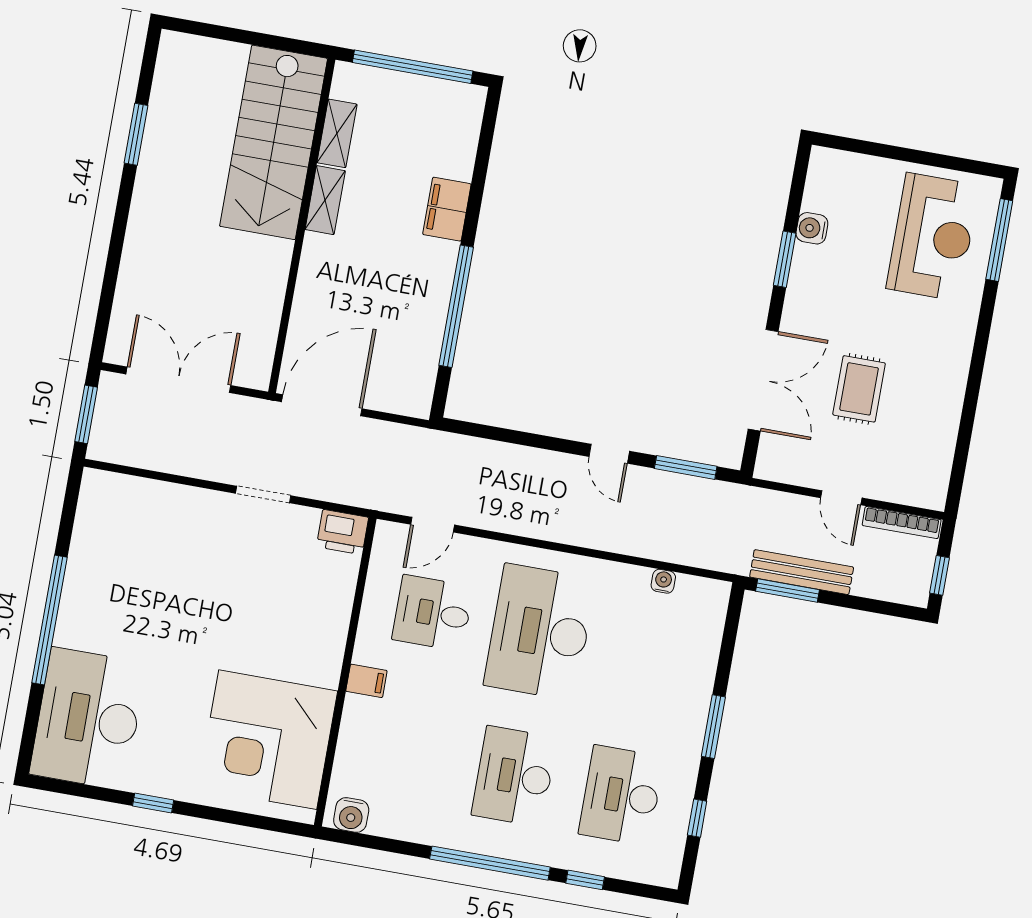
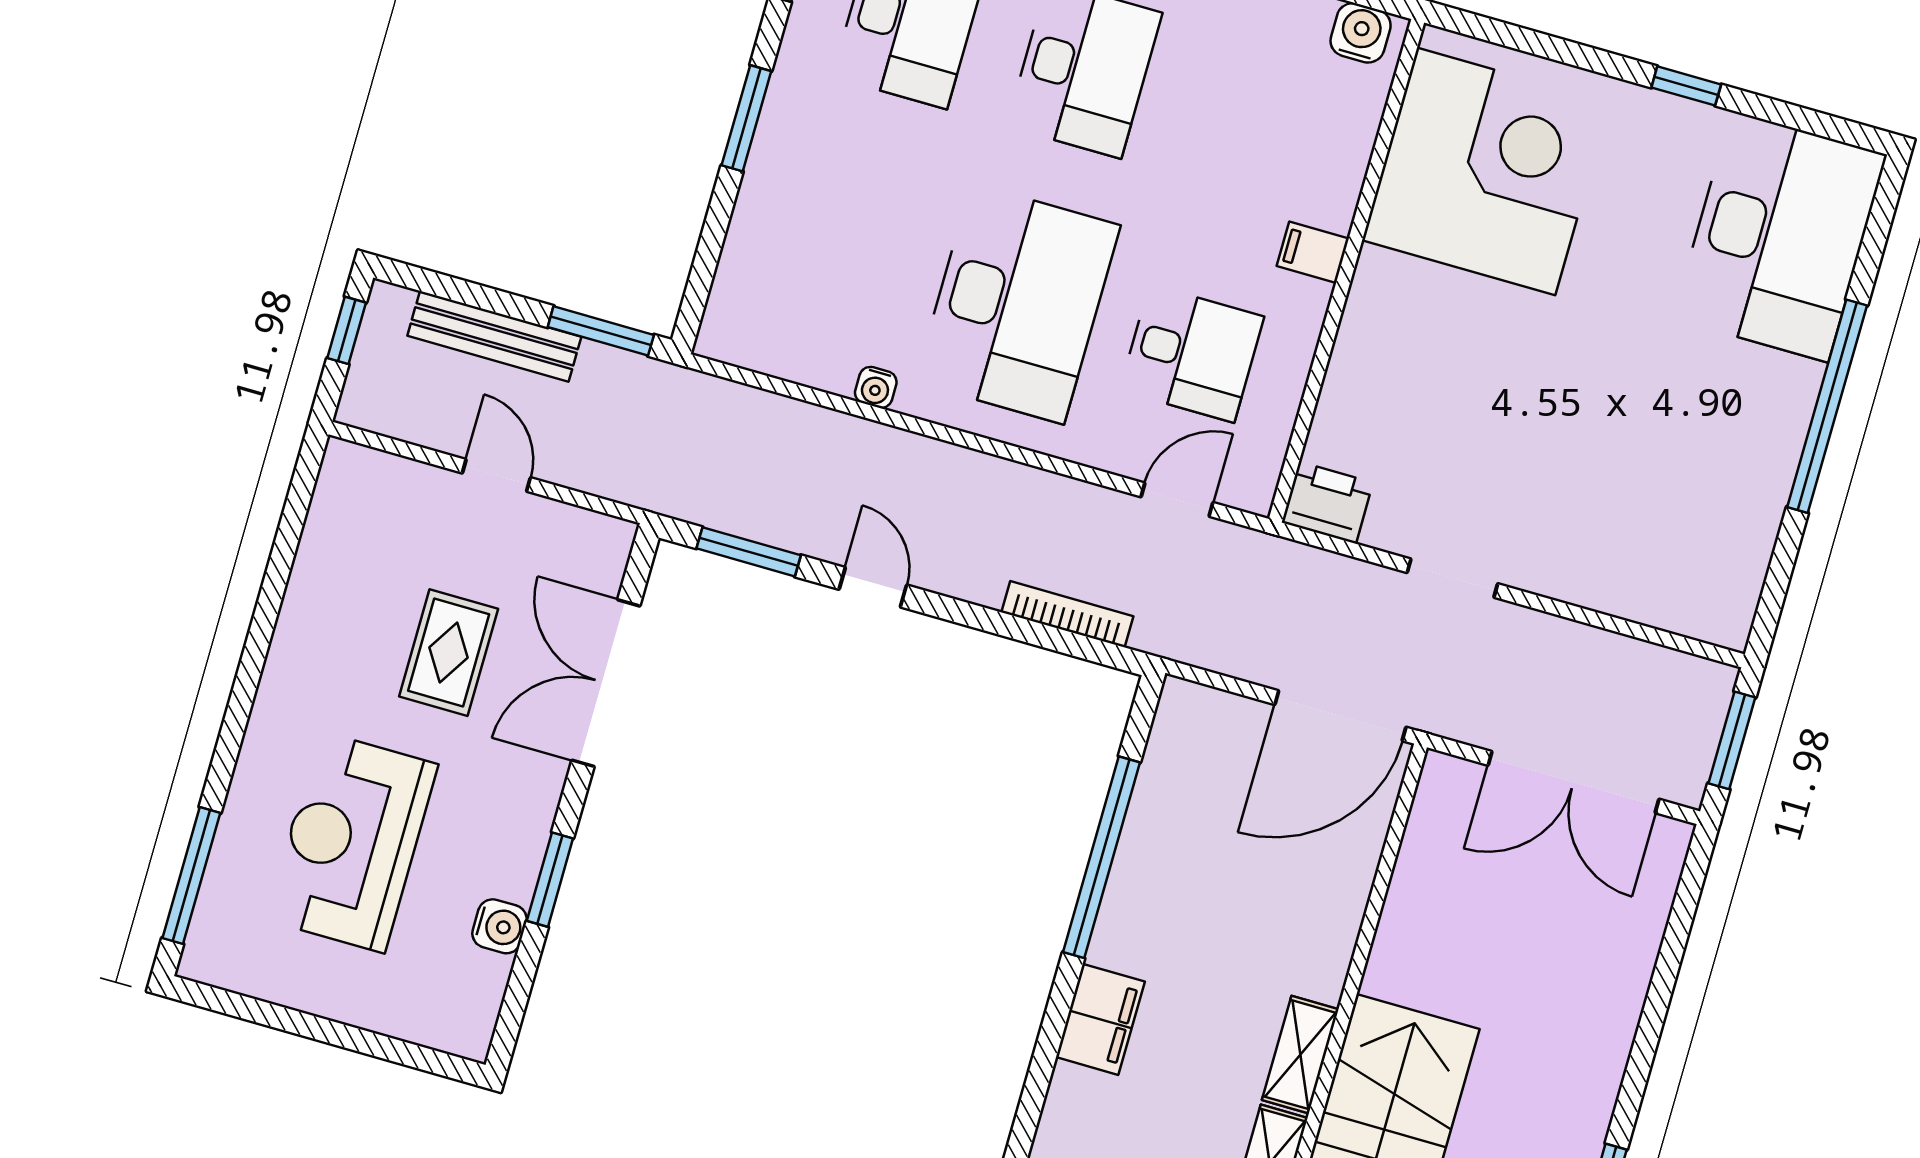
reception desk: (933, 237) -> (352, 842), moved
bookcase: (902, 523) -> (1067, 614), moved
bench: (802, 572) -> (494, 336), moved
water cooler: (663, 581) -> (876, 387), moved

